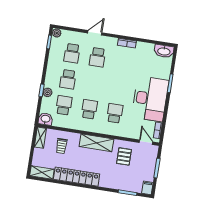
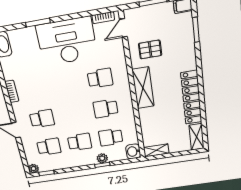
school desk: (115, 113) -> (100, 78), turned 180
trolley: (61, 146) -> (159, 126), removed

